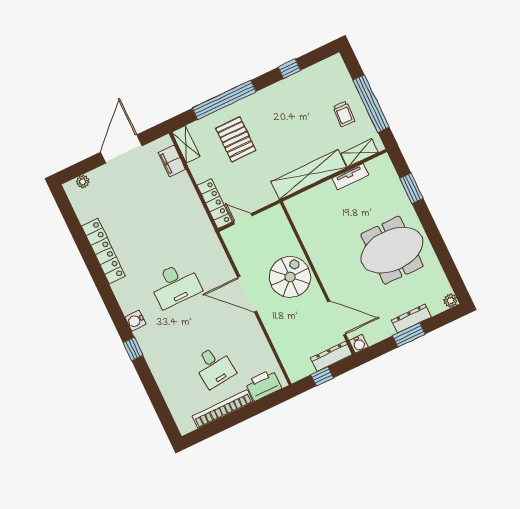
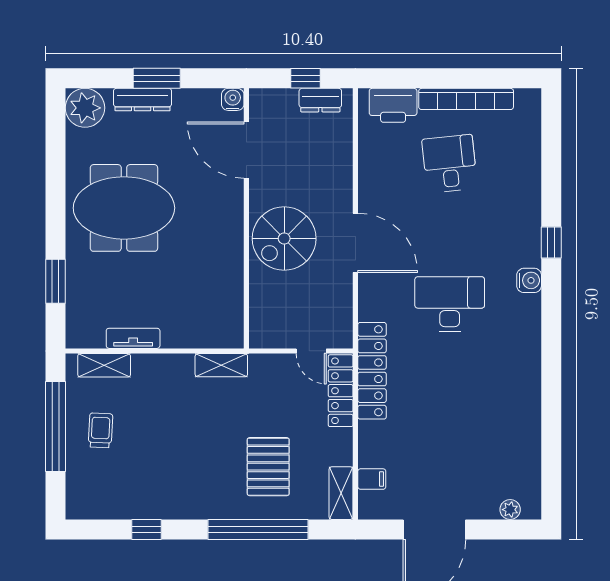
filing cabinet: (172, 161) -> (372, 479), width x0.50
shelving: (309, 174) -> (221, 365), width x0.45, depth x0.75
locker: (103, 251) -> (372, 371), moved, turned 180
plant: (450, 301) -> (85, 108), width x1.88, depth x1.88
dresser: (331, 356) -> (320, 100), moved, width x0.70

